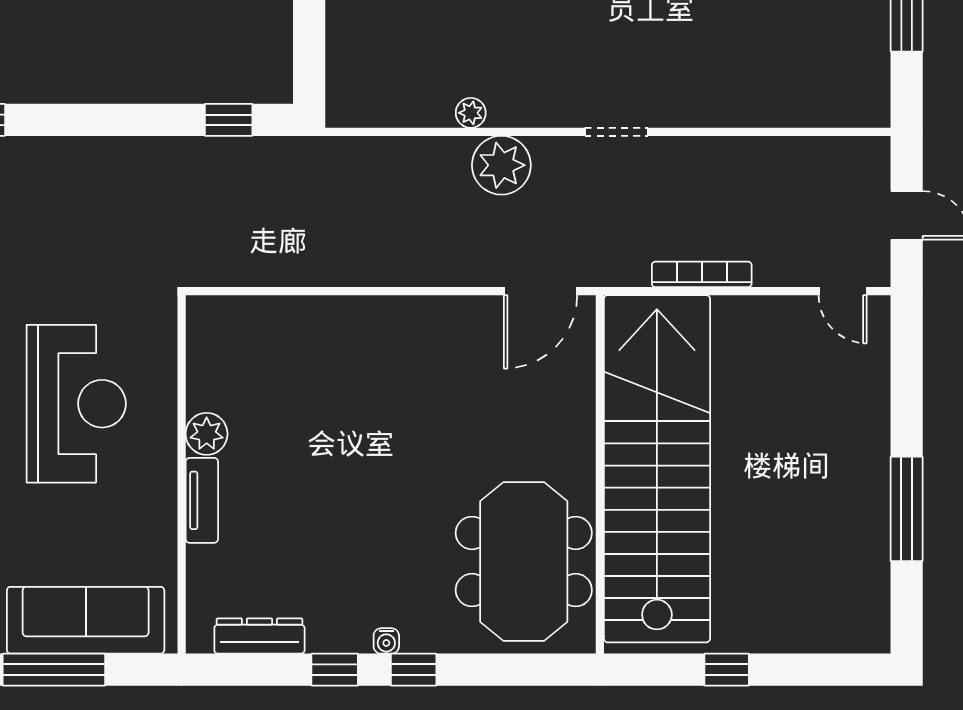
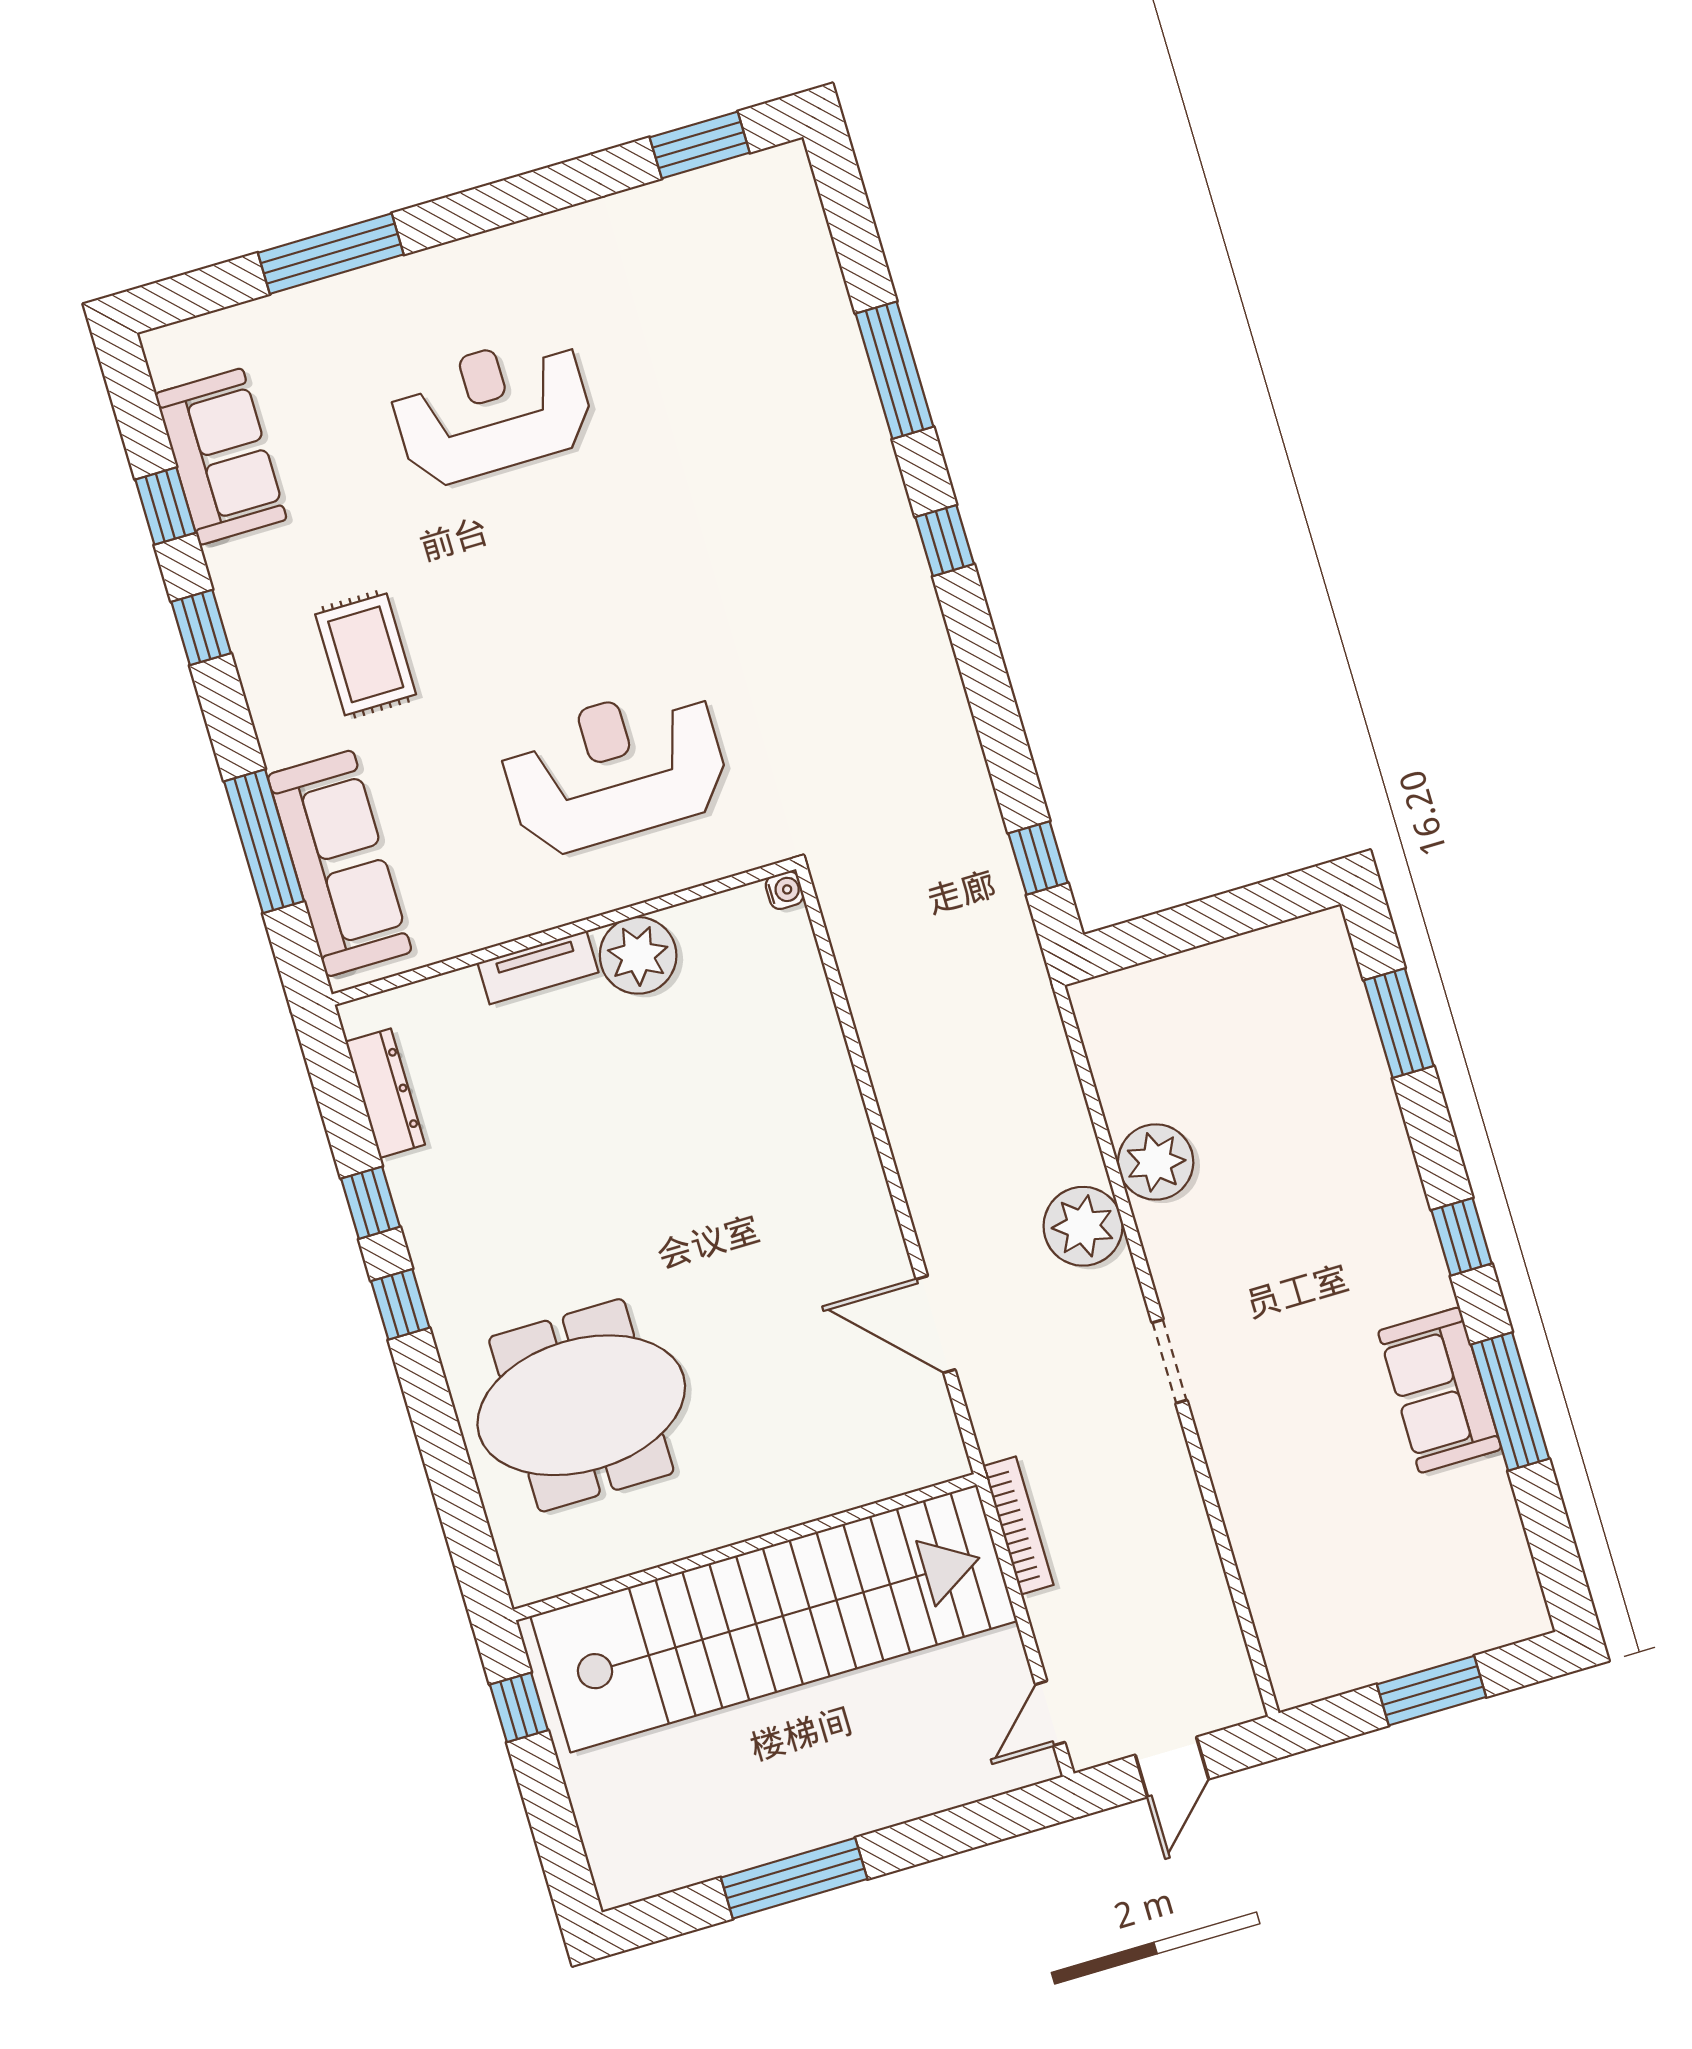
plant: (471, 113) -> (1156, 1162), width x1.87, depth x1.87
reception desk: (76, 404) -> (615, 769), turned 180
plant: (207, 434) -> (638, 955), width x1.36, depth x1.36
stairs: (657, 469) -> (774, 1618), moved
wall: (600, 474) -> (745, 1547), moved
water cooler: (386, 641) -> (784, 890), moved, turned 180

